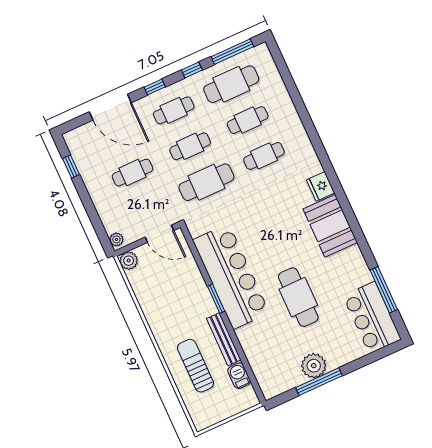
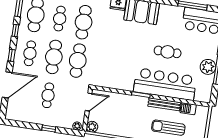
cafe table: (190, 146) -> (54, 57), width x1.37, depth x1.35
cafe table: (264, 156) -> (84, 22), width x1.37, depth x1.35
window: (71, 166) -> (49, 129), moved
bar counter: (231, 277) -> (165, 84), moved
cafe table: (298, 297) -> (168, 52), width x0.73, depth x0.74

